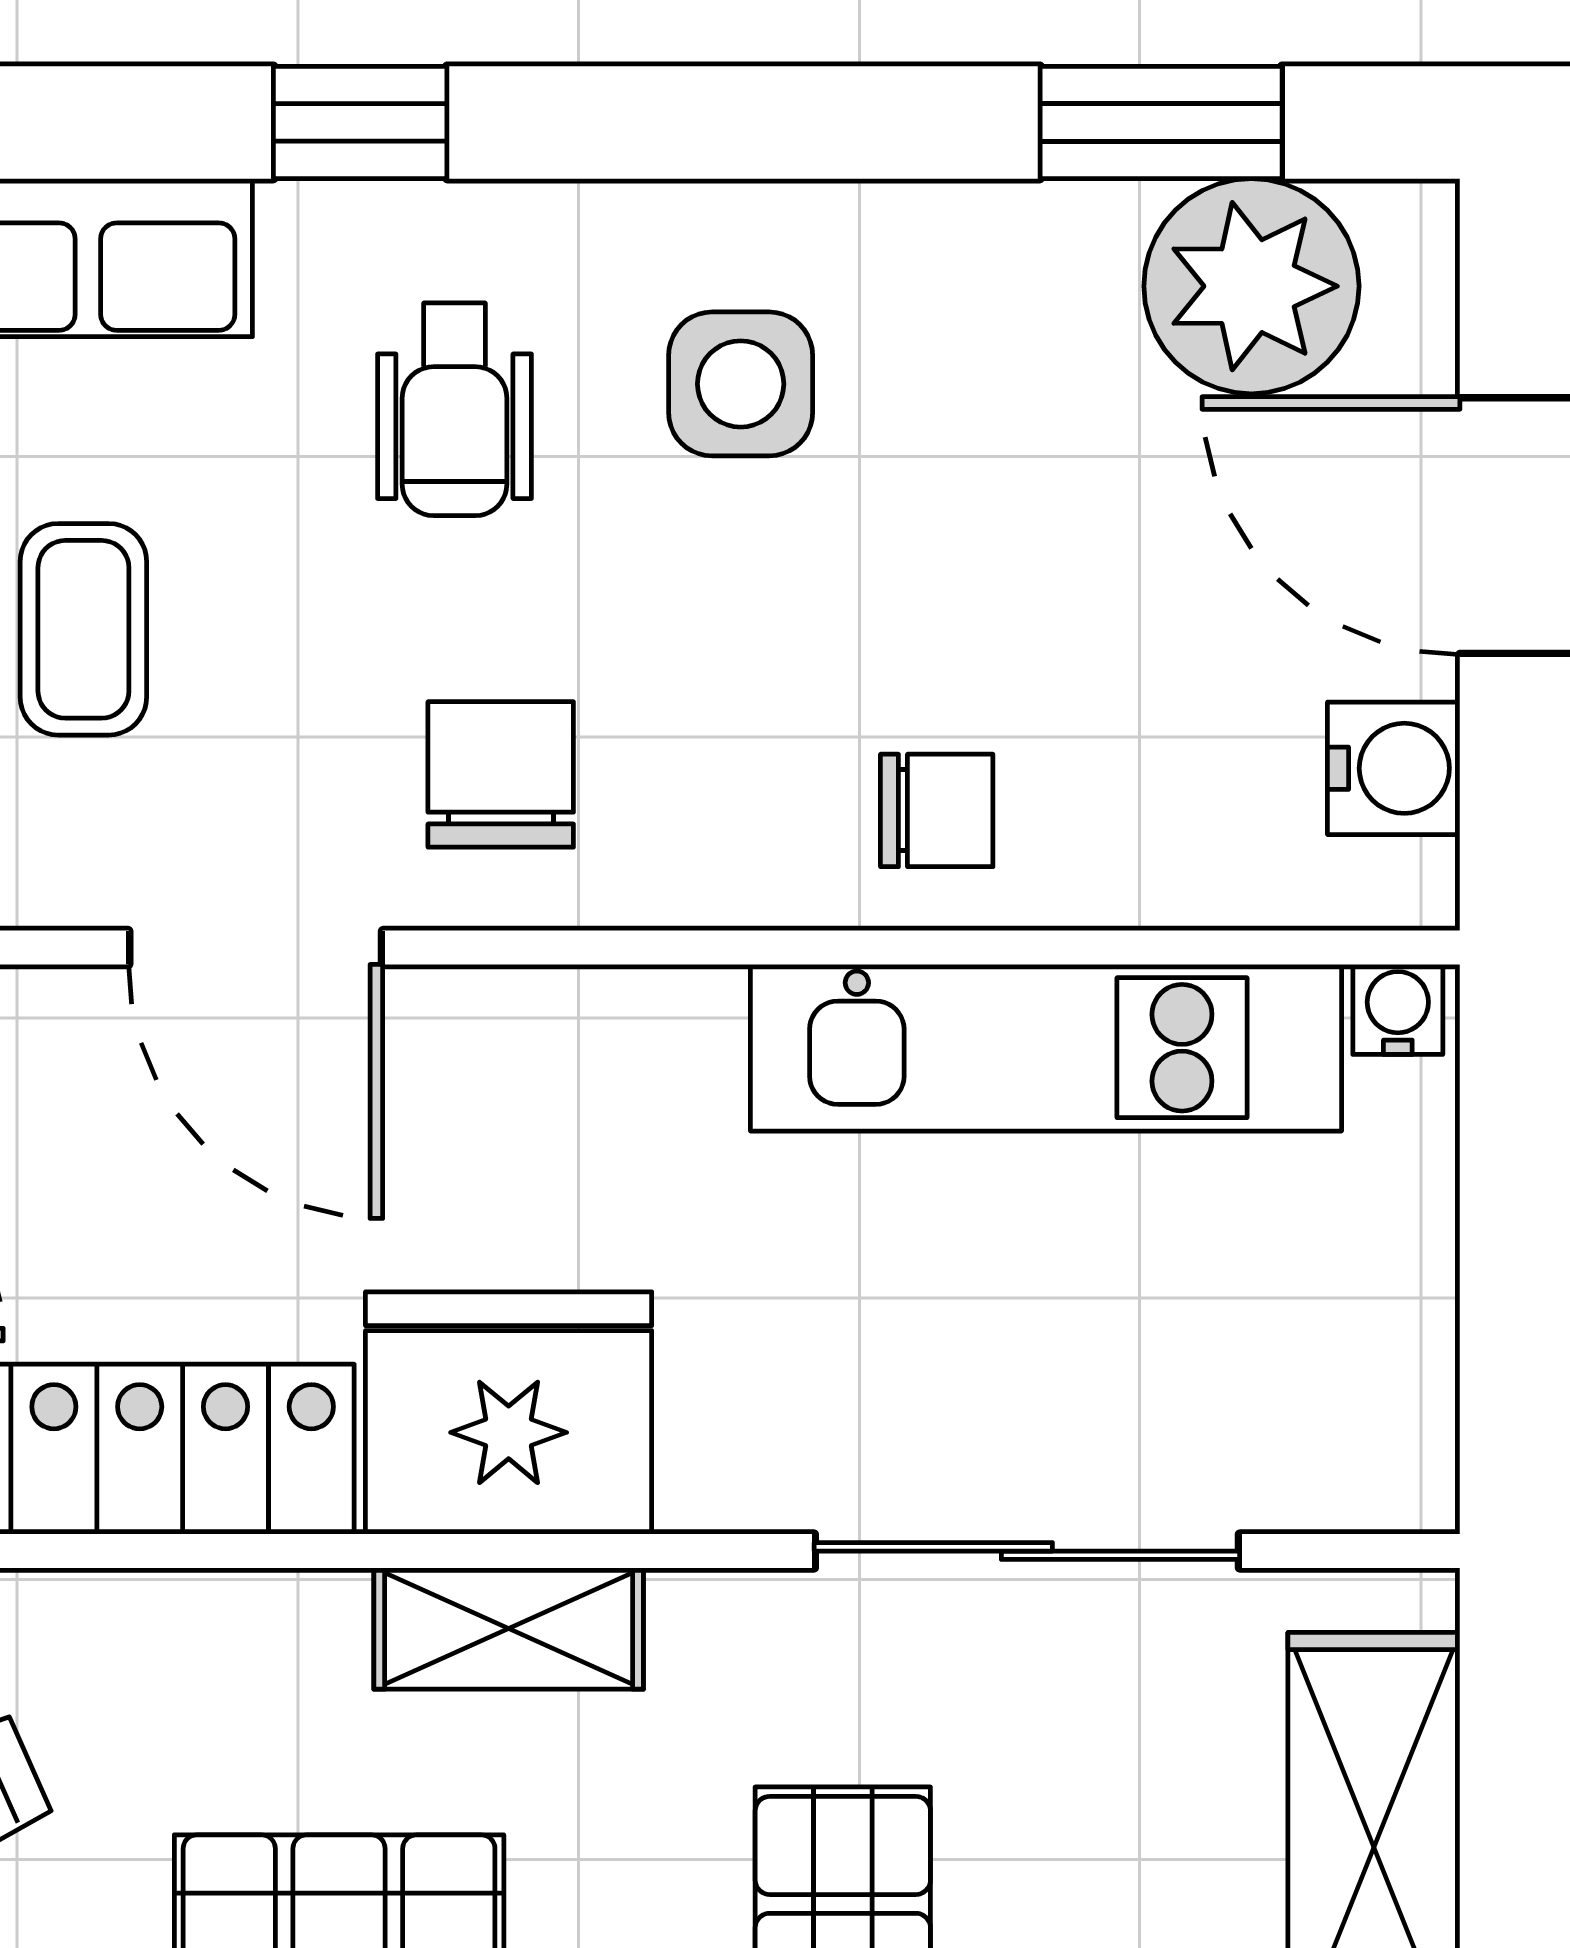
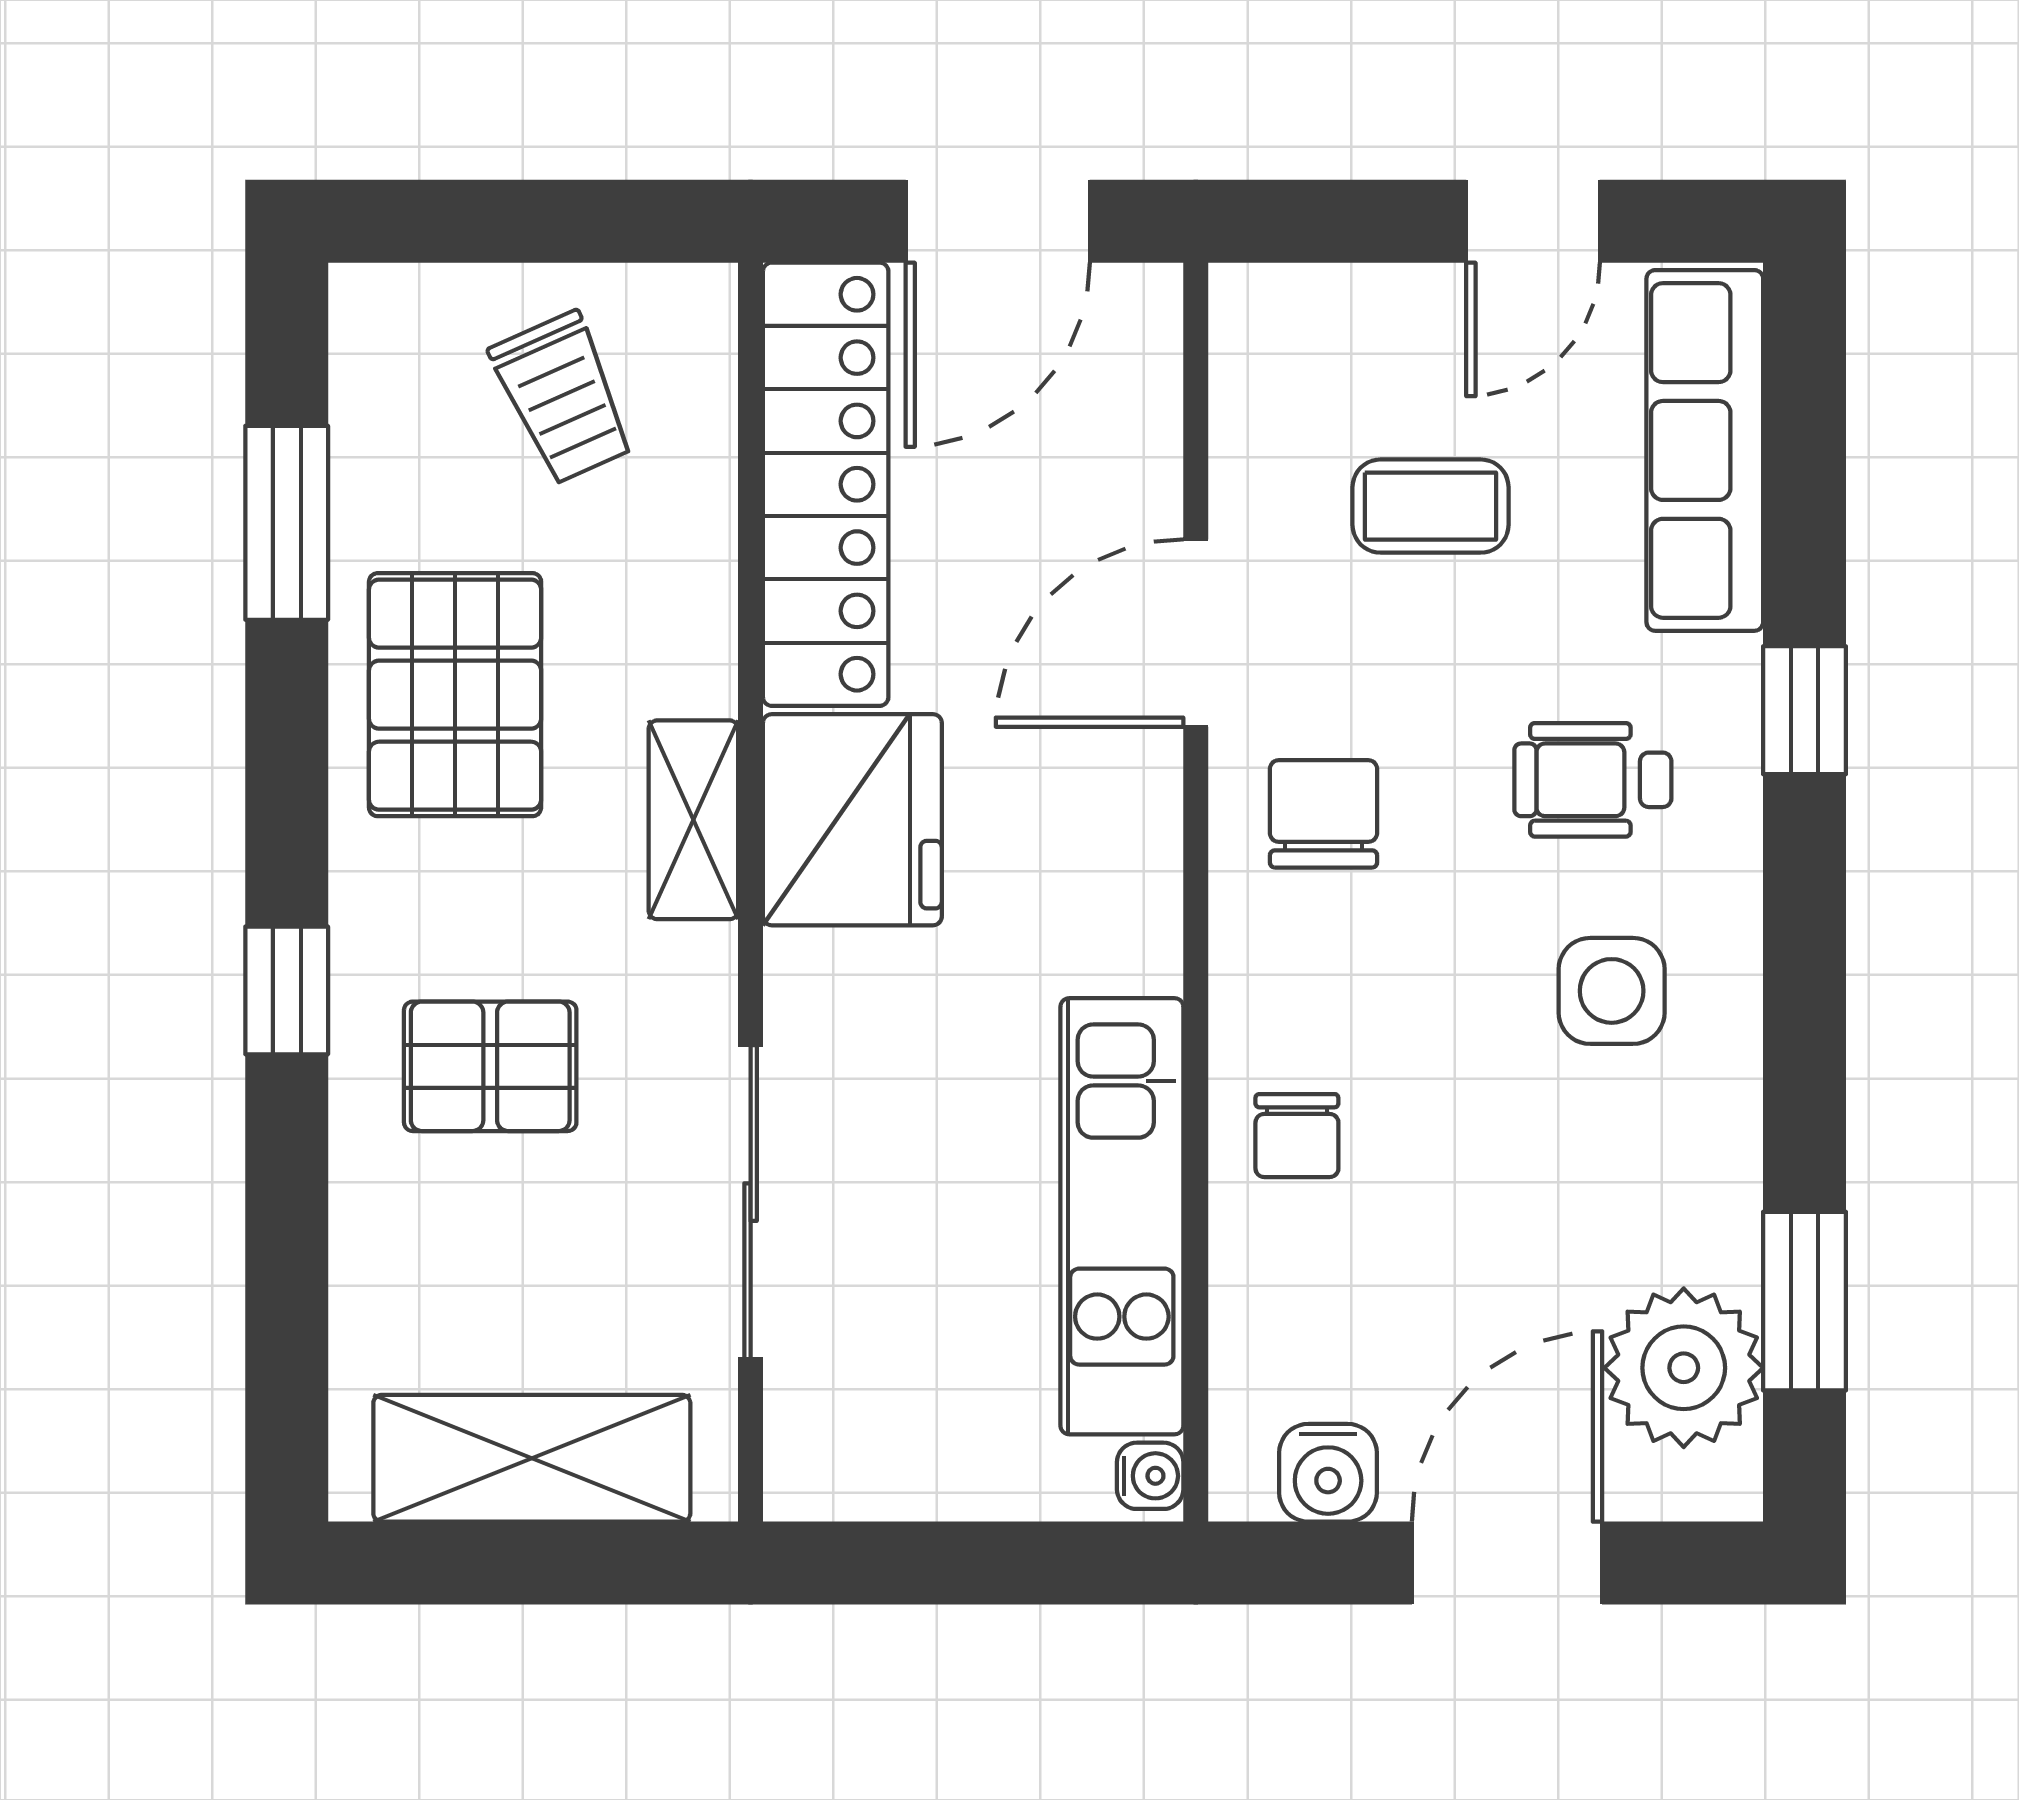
chair: (501, 774) -> (1323, 814), turned -90

